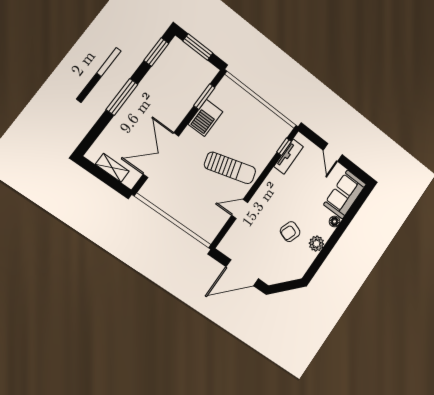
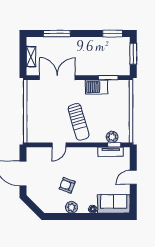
window: (122, 97) -> (57, 34), moved
plant: (274, 143) -> (112, 137), added
door: (240, 209) -> (59, 145), swing flipped

